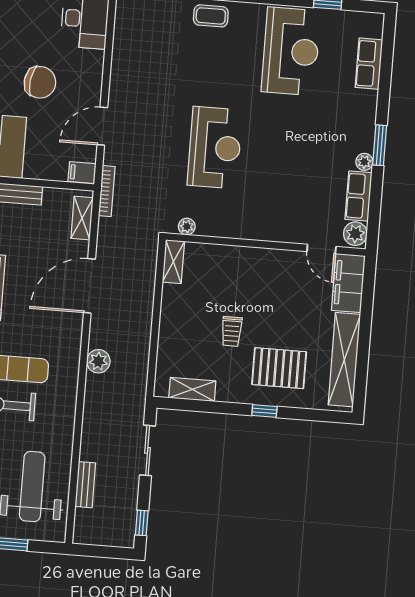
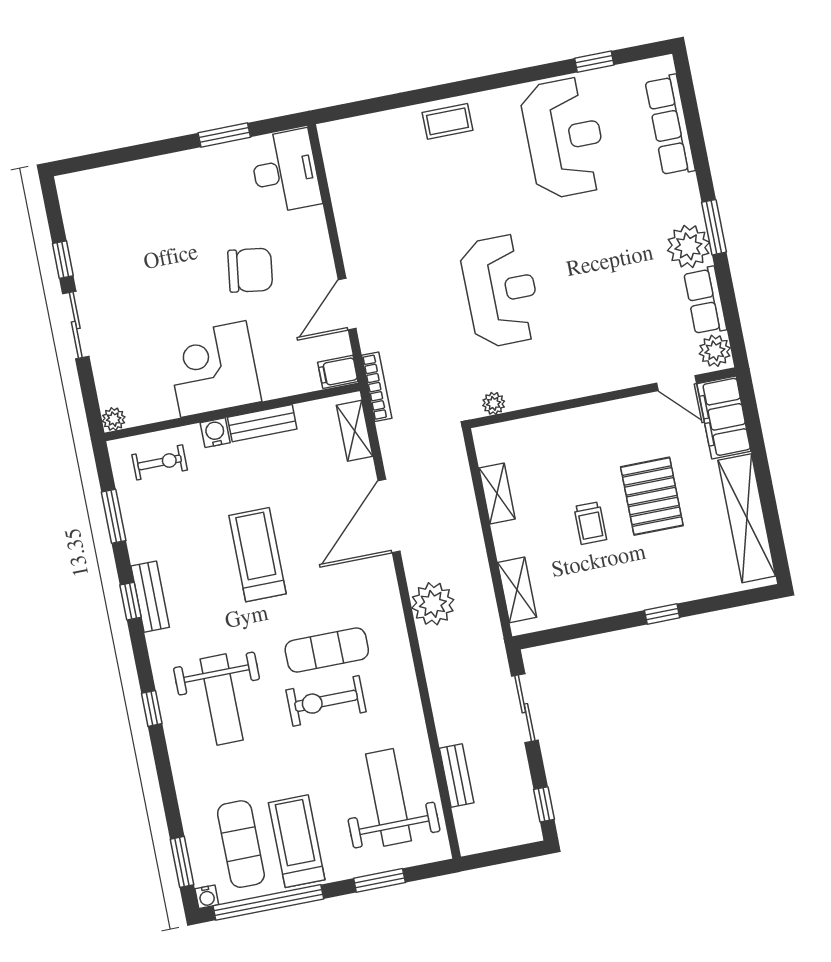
row of seats: (369, 64) -> (670, 125), width x1.48
plant: (364, 162) -> (688, 246), width x1.88, depth x1.88
shelving: (173, 262) -> (497, 493), moved
plant: (98, 361) -> (433, 604), width x1.36, depth x1.36
pallet: (279, 368) -> (652, 496), moved, turned 90
shelving: (192, 389) -> (517, 590), moved, turned 90

